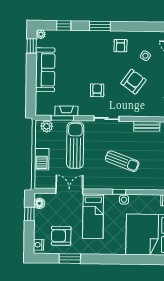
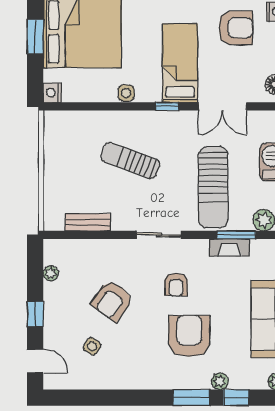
window: (100, 26) -> (191, 398), moved
plant: (73, 35) -> (220, 381), added
armchair: (121, 46) -> (189, 336), moved, width x1.88, depth x1.88
window: (119, 192) -> (167, 106), moved

